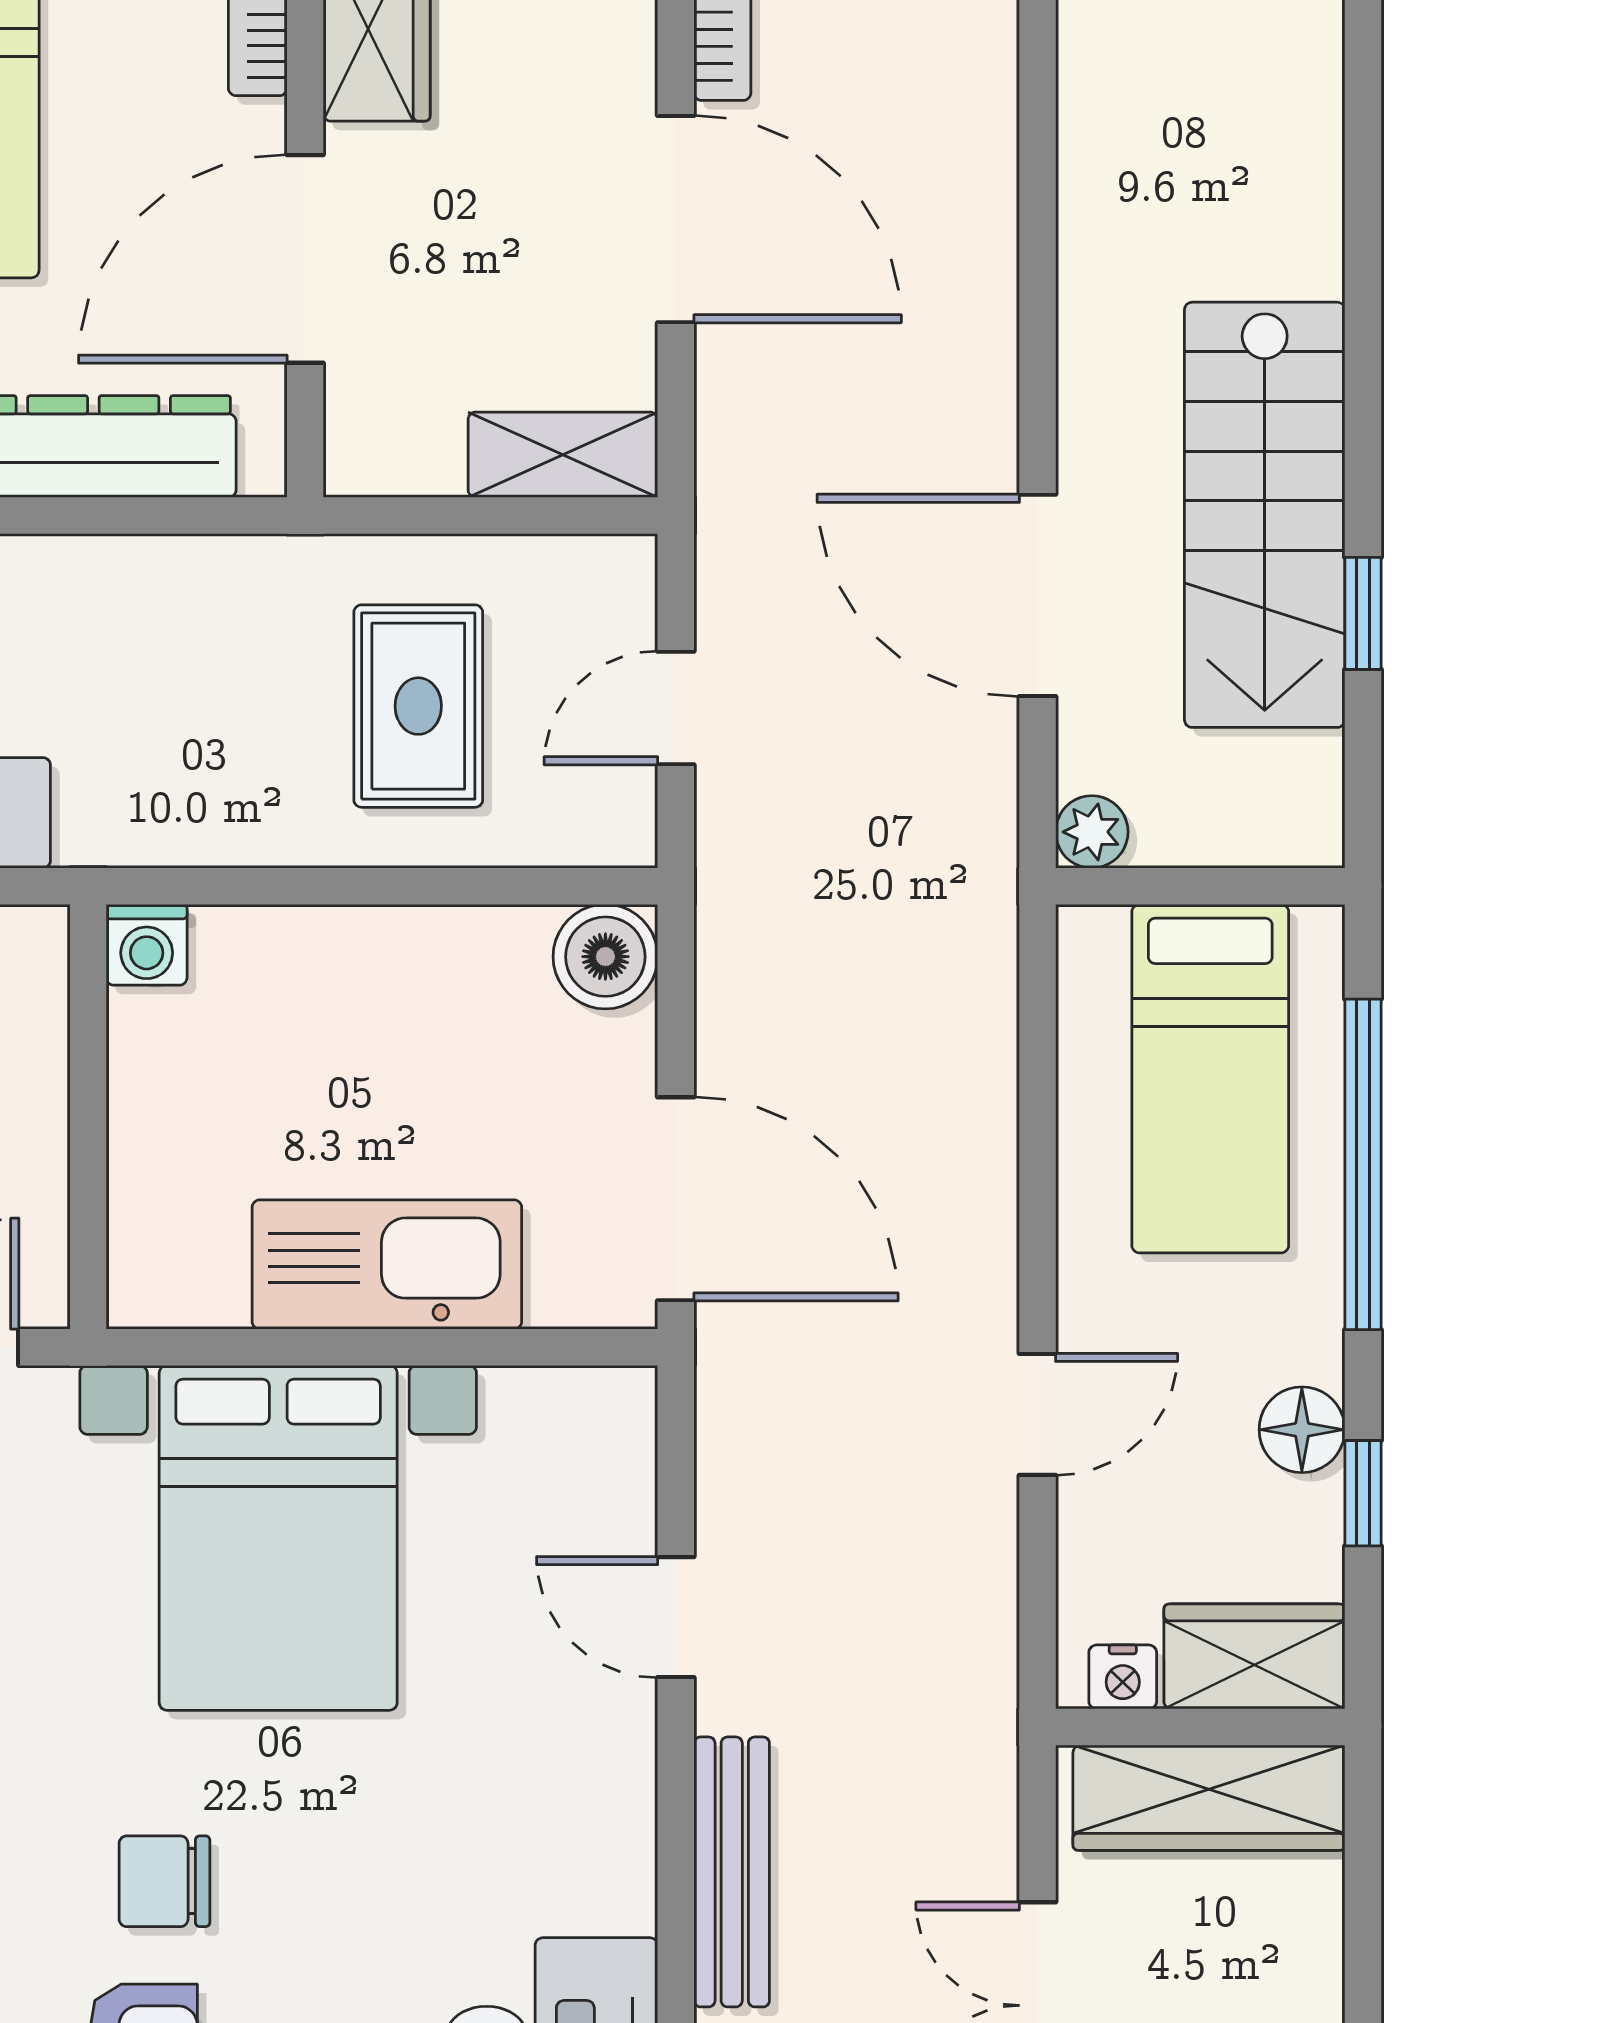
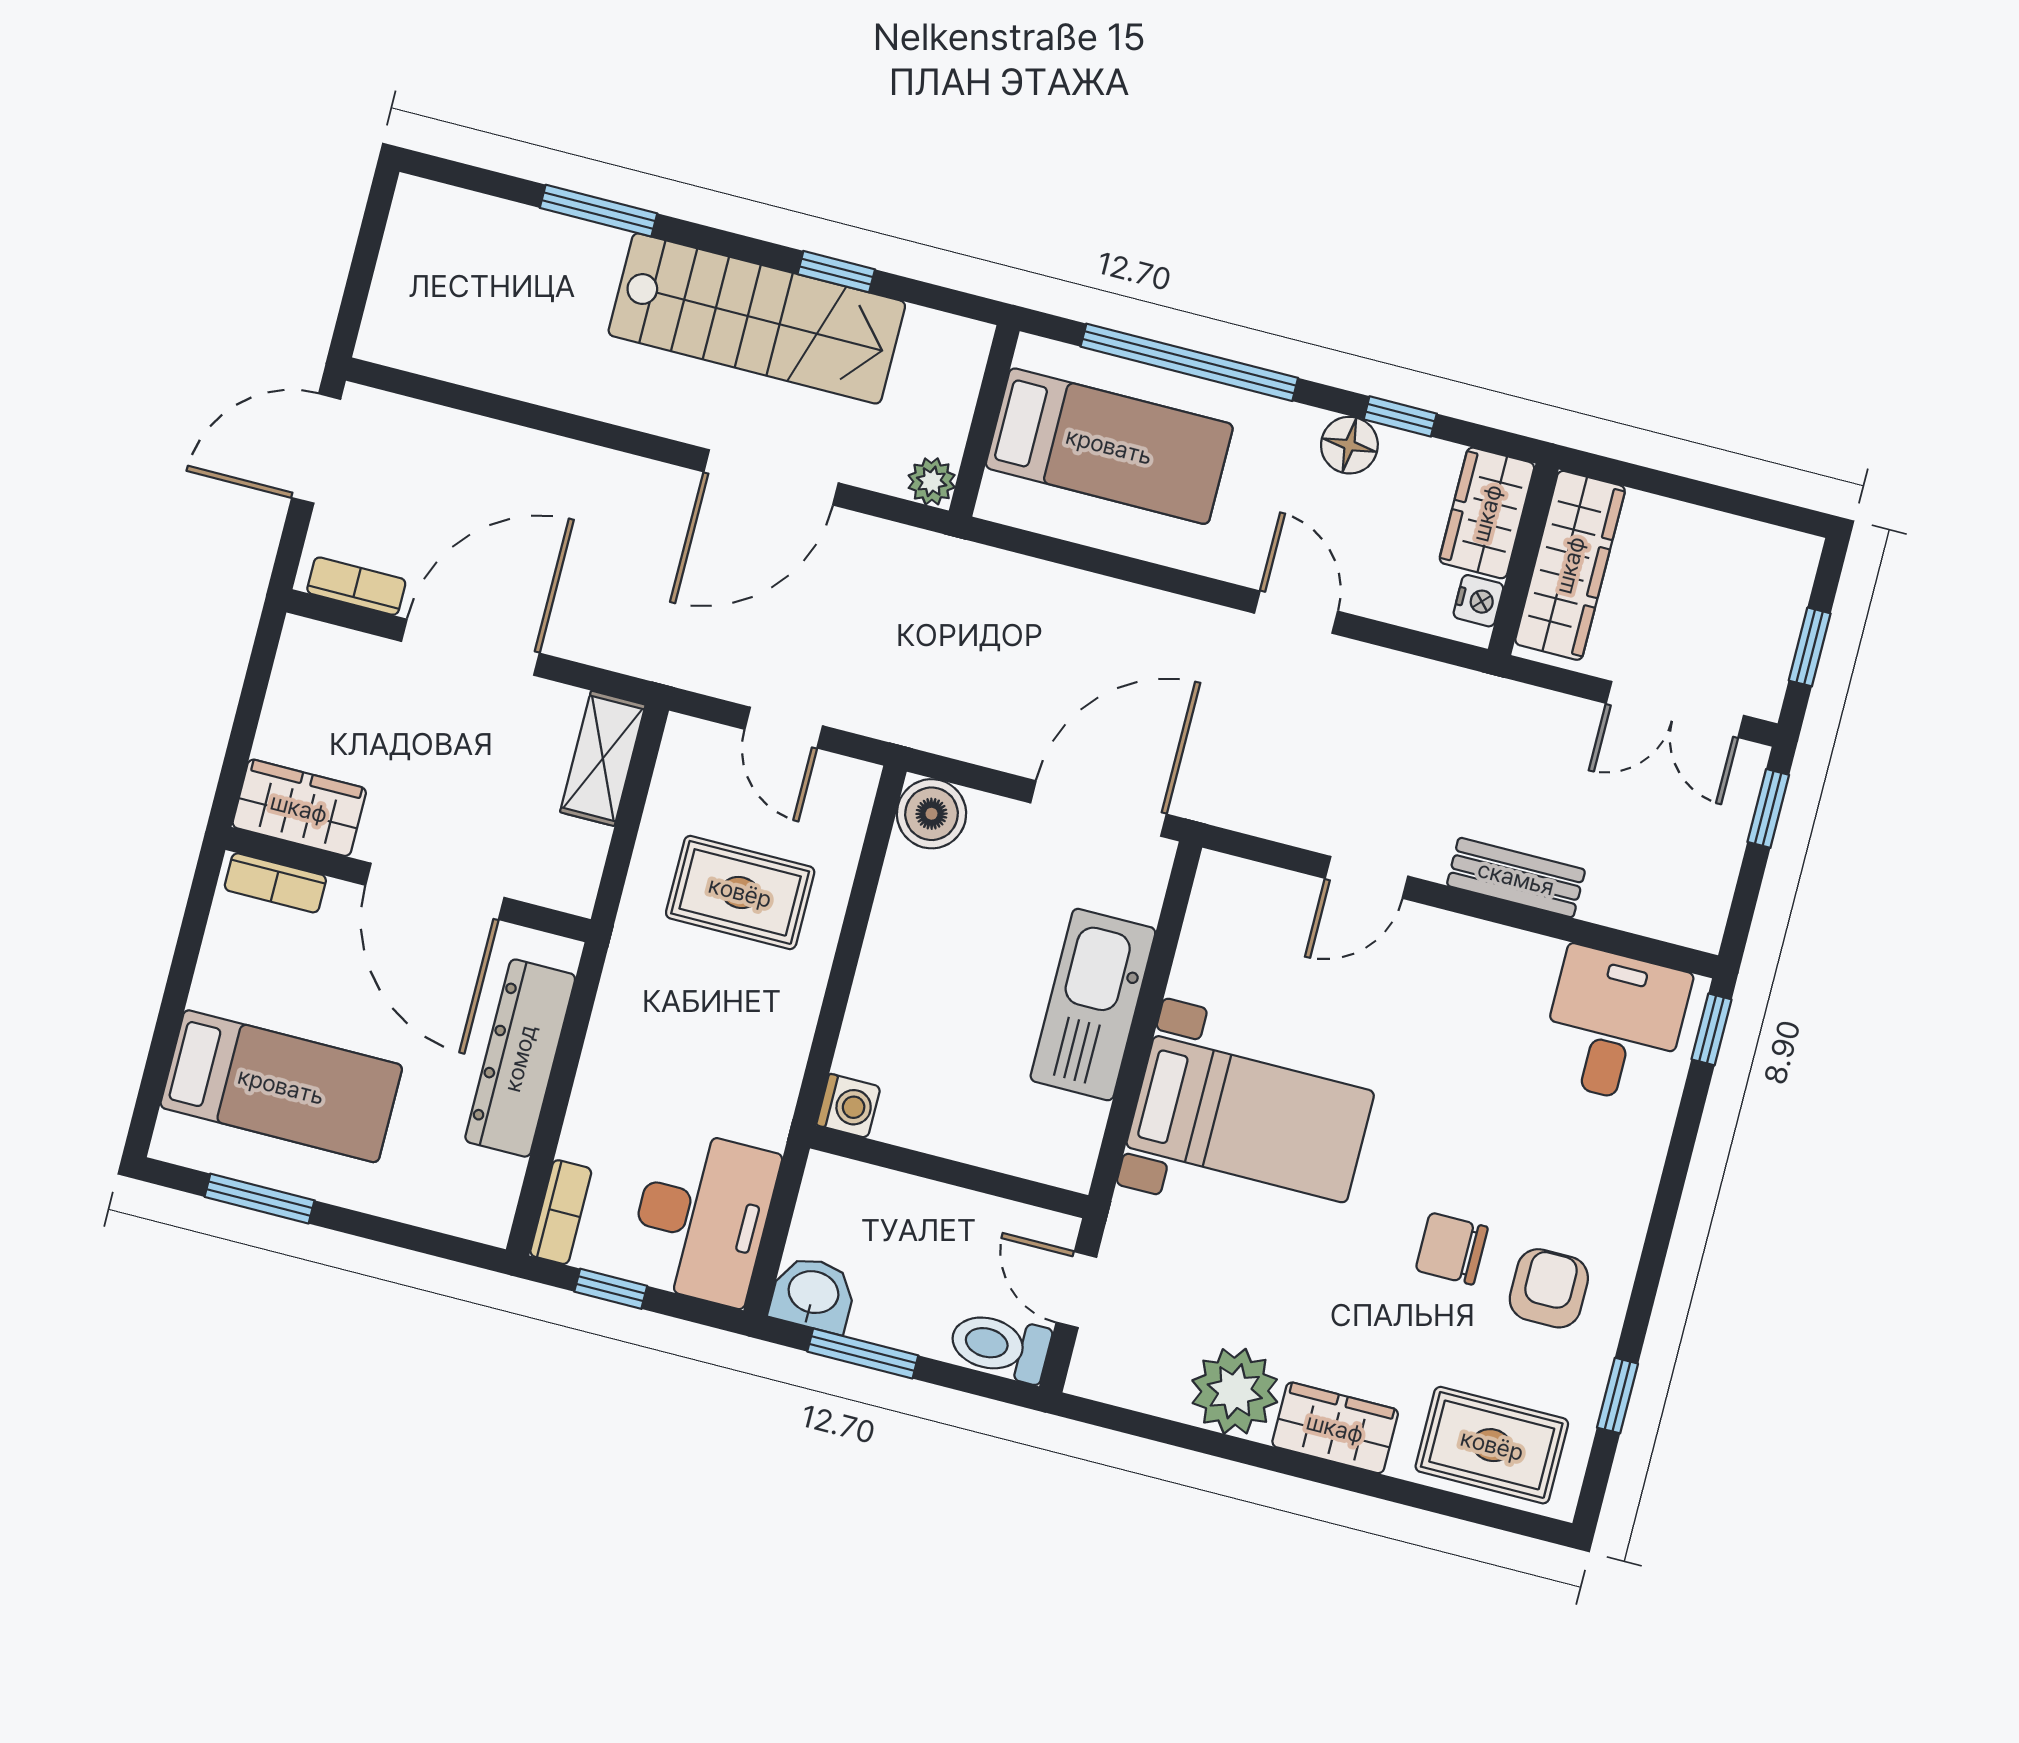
window: (1363, 243) -> (598, 211), added
bed with nightstands: (278, 1538) -> (1250, 1119), width x0.73
bench: (732, 1872) -> (1516, 878), width x0.73
chair: (164, 1881) -> (1452, 1249), turned 90

